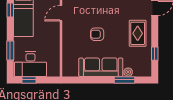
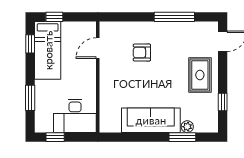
armchair: (97, 34) -> (142, 53), moved
desk: (30, 64) -> (75, 116), moved

